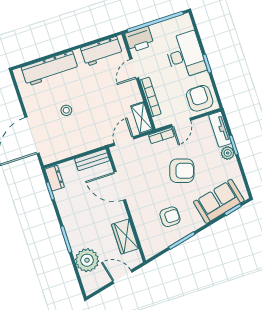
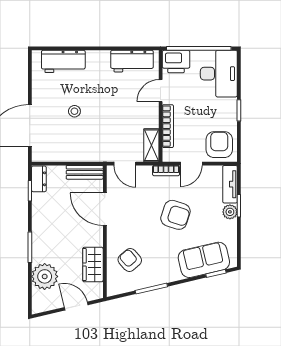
desk: (185, 55) -> (219, 74), moved
workbench: (50, 68) -> (63, 61), width x0.73
door: (124, 141) -> (125, 164), swing flipped
armchair: (170, 217) -> (130, 260), moved, turned -131

